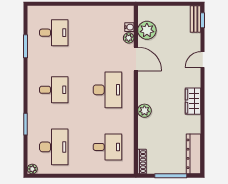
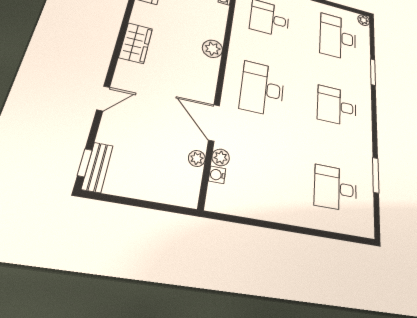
plant: (147, 30) -> (197, 158), width x0.53, depth x0.53

